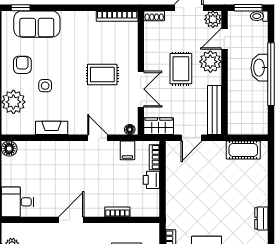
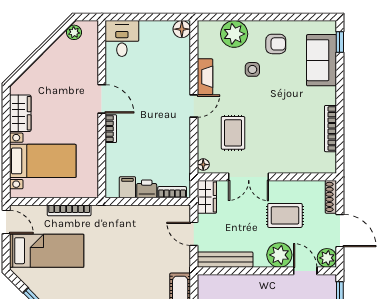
bookcase: (117, 16) -> (331, 129), moved
shoe rack: (154, 16) -> (331, 197), width x1.43
rug: (181, 69) -> (285, 215), moved
rug: (102, 75) -> (233, 133), moved
door: (98, 138) -> (194, 106), moved
filing cabinet: (127, 150) -> (127, 187), moved, turned 90
bookcase: (117, 212) -> (111, 129), moved

